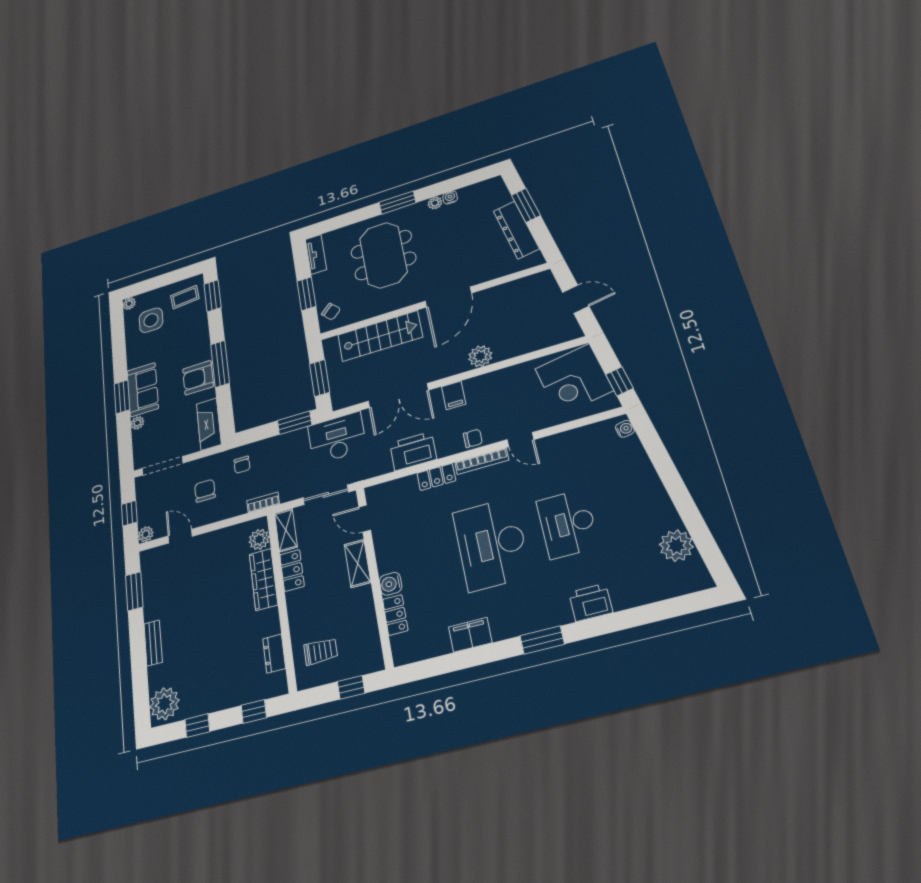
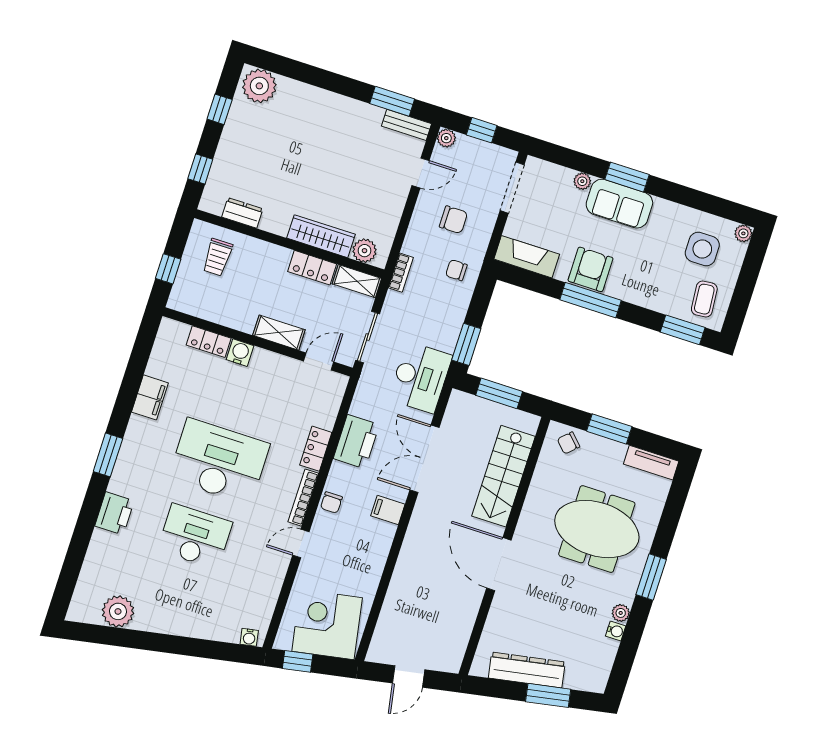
plant: (480, 356) -> (412, 557), removed
bench: (153, 643) -> (406, 125), moved

